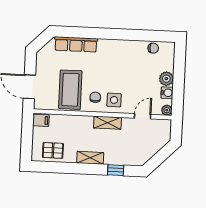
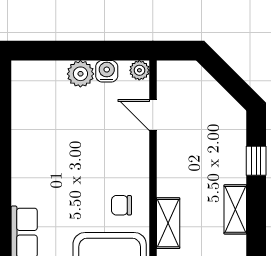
chair: (153, 48) -> (24, 101), removed
side table: (114, 100) -> (125, 170), removed
shelving: (107, 123) -> (168, 223), moved

